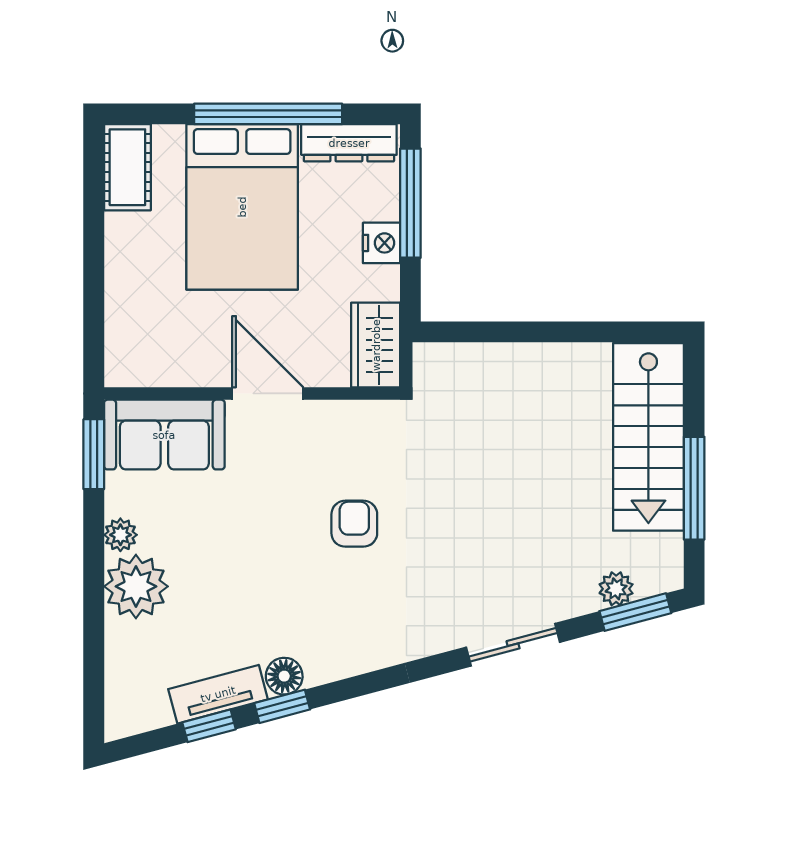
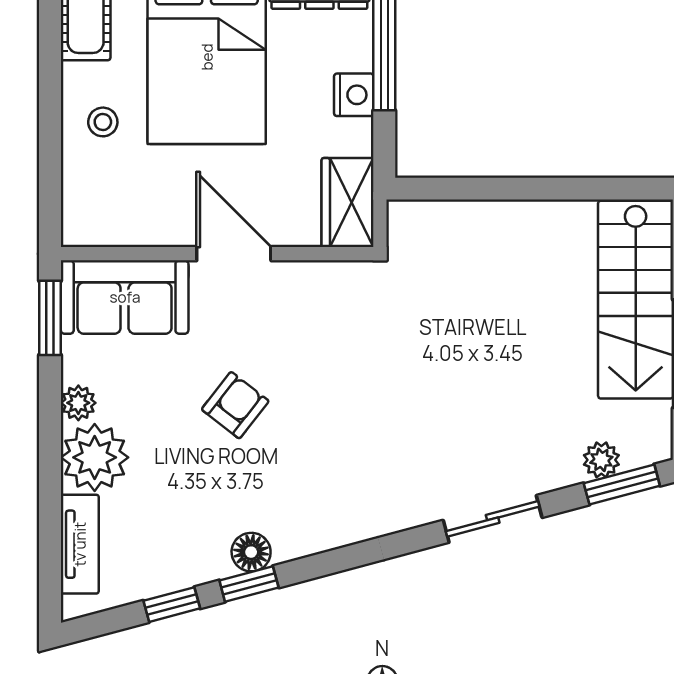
stool: (144, 269) -> (103, 122), added
armchair: (354, 524) -> (235, 405), moved, turned 38
tv unit: (218, 694) -> (80, 544), moved, turned 105

